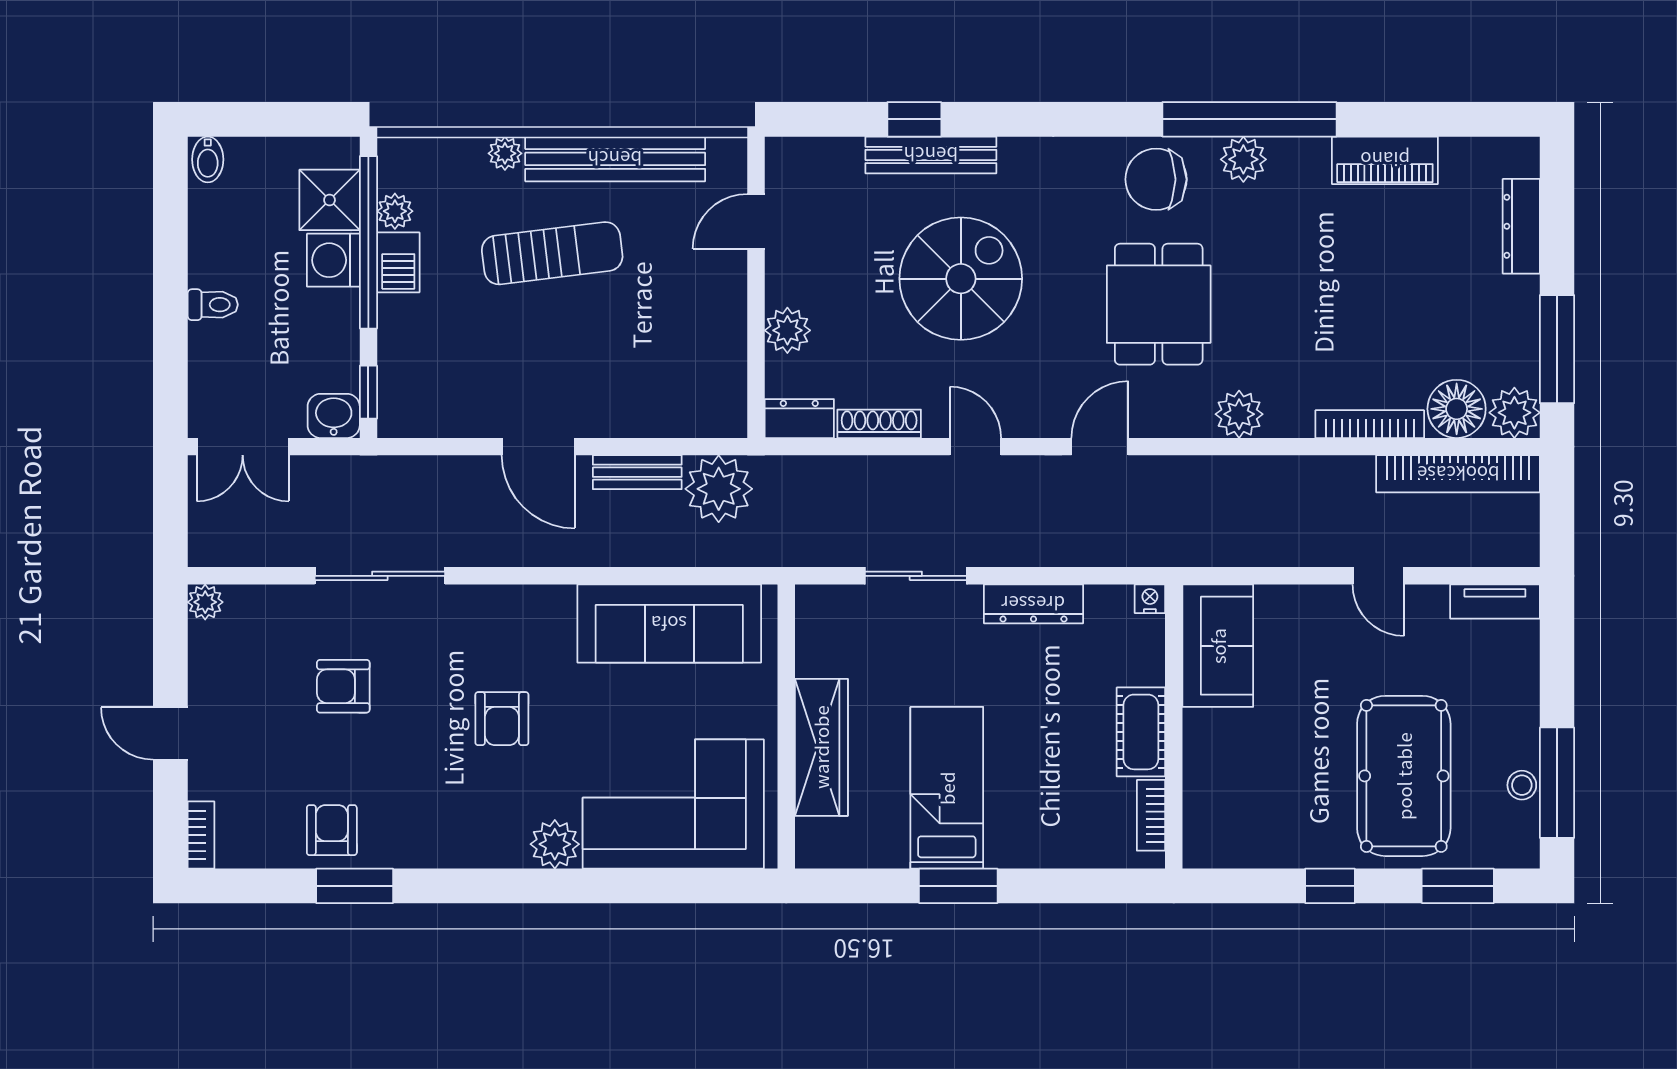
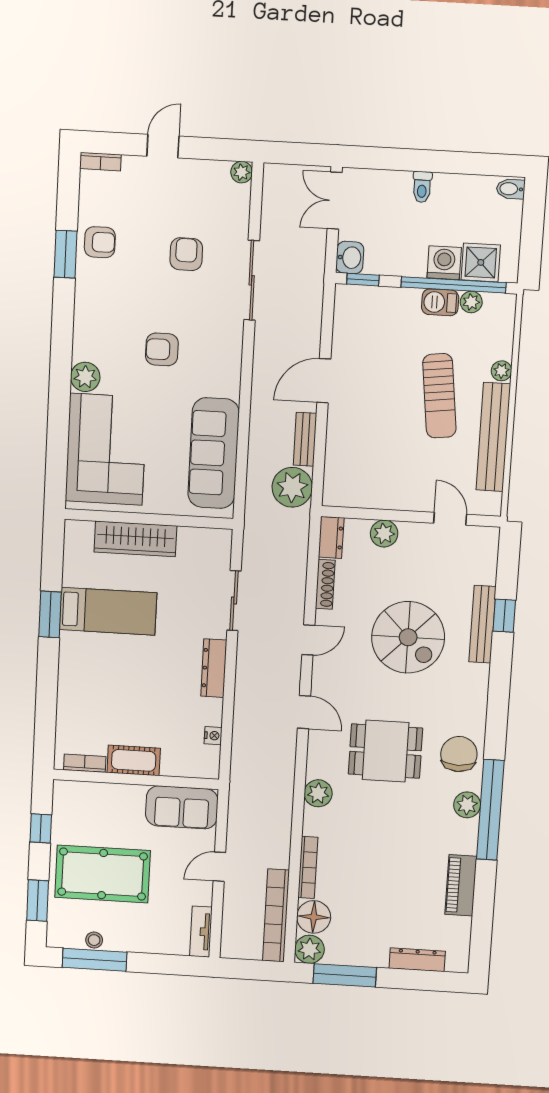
sofa: (1218, 646) -> (182, 807), moved
wall: (1174, 727) -> (136, 779), moved
cot: (1141, 732) -> (134, 760), moved
bookcase: (1151, 815) -> (85, 763), moved

